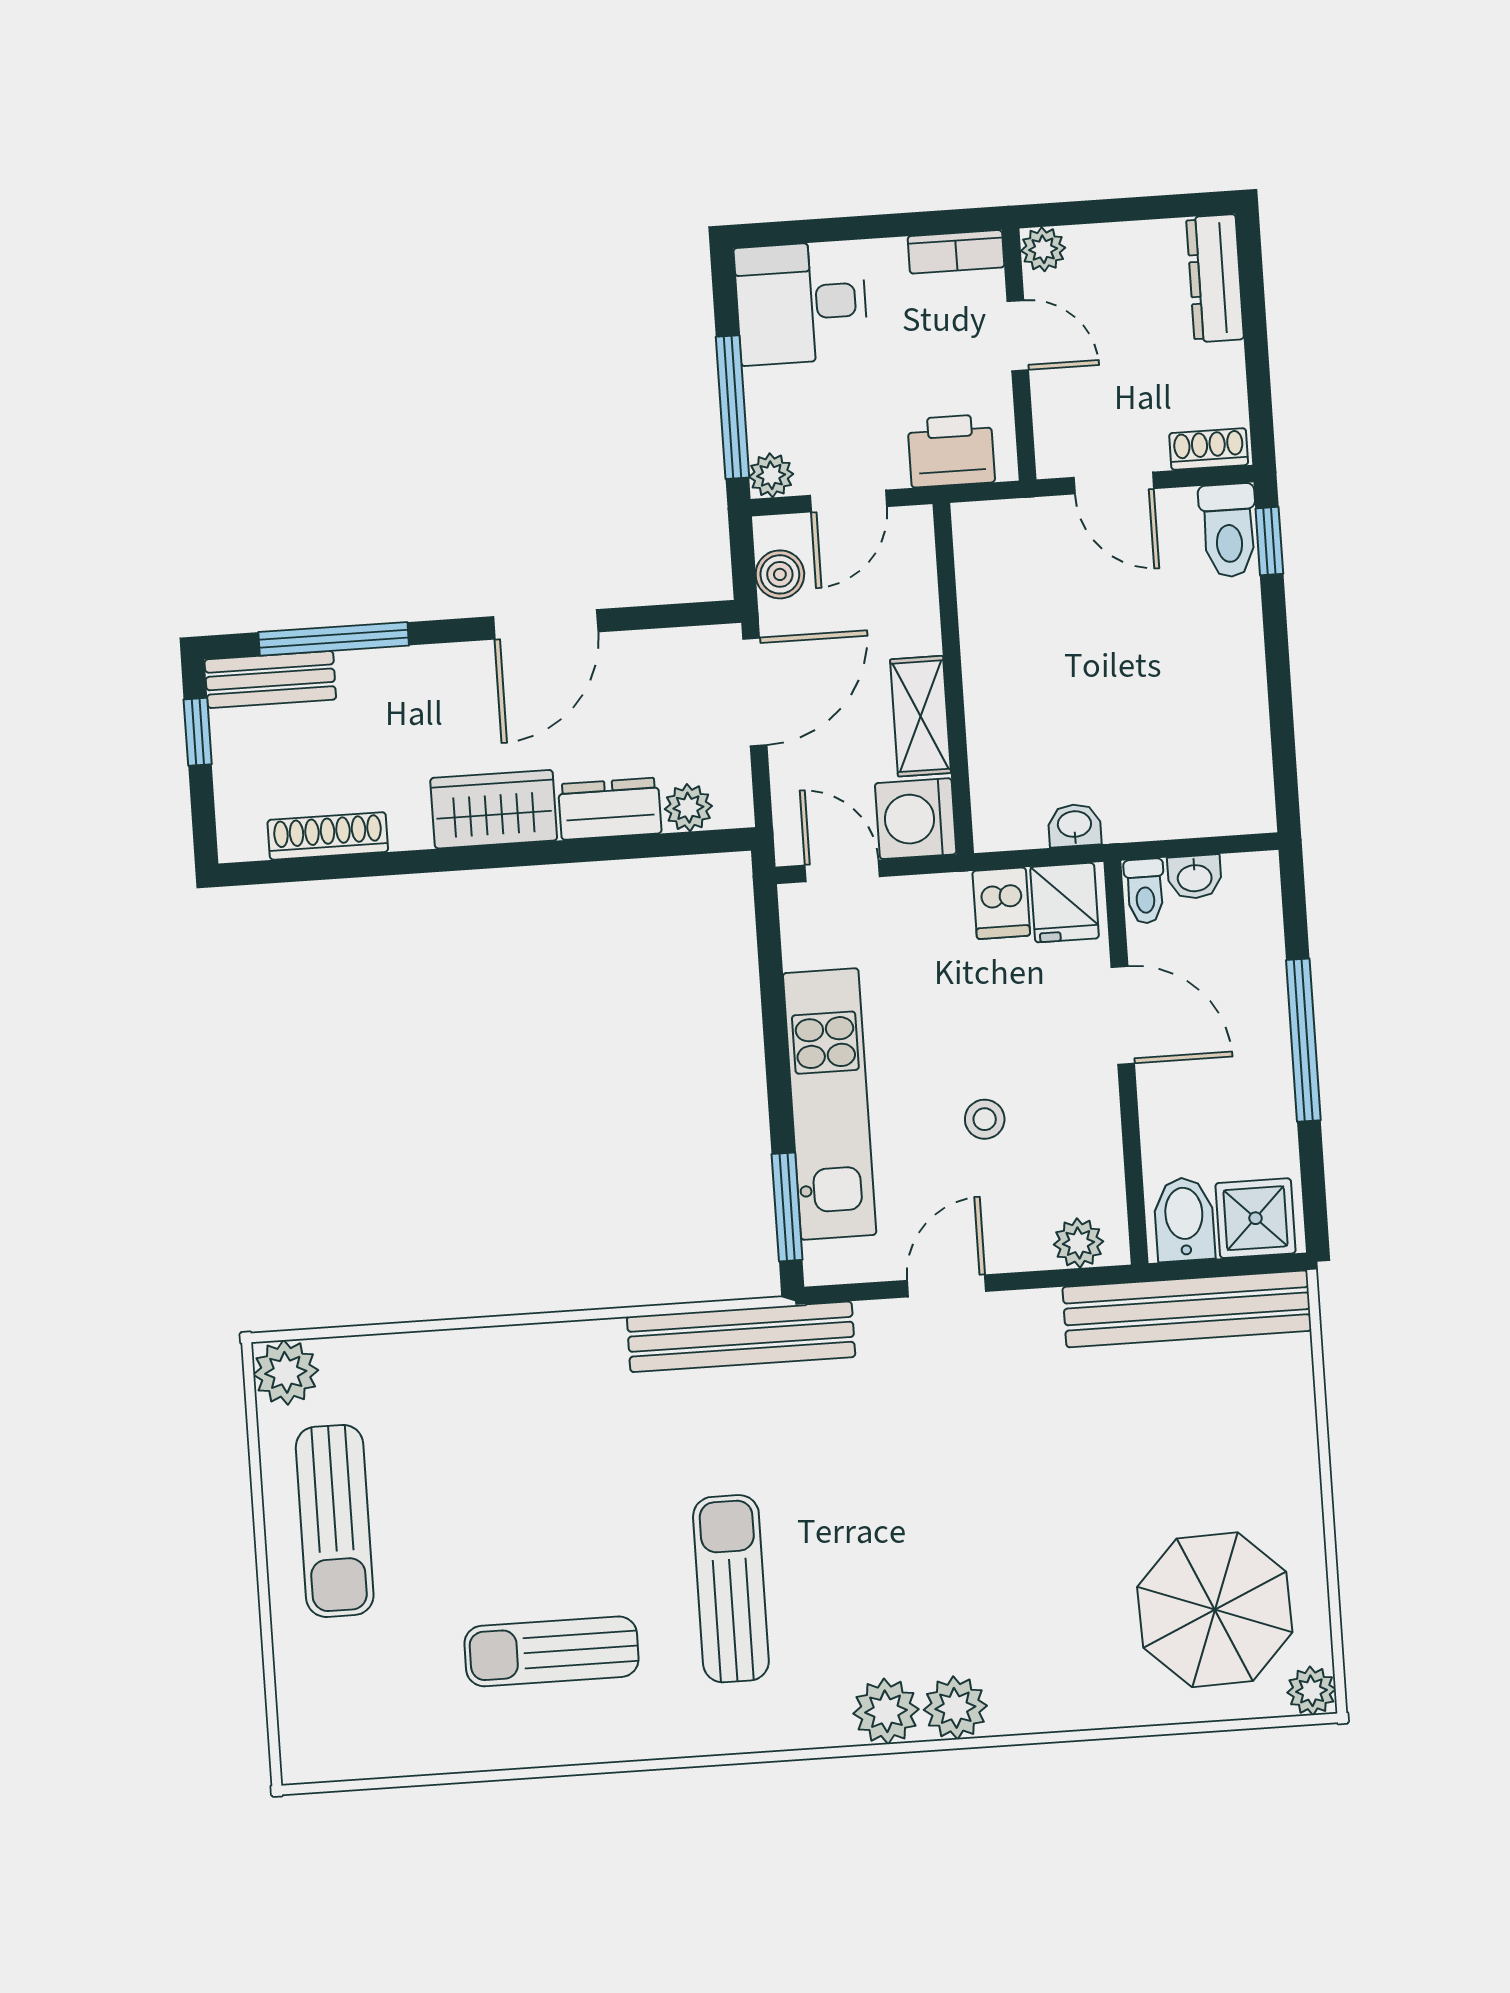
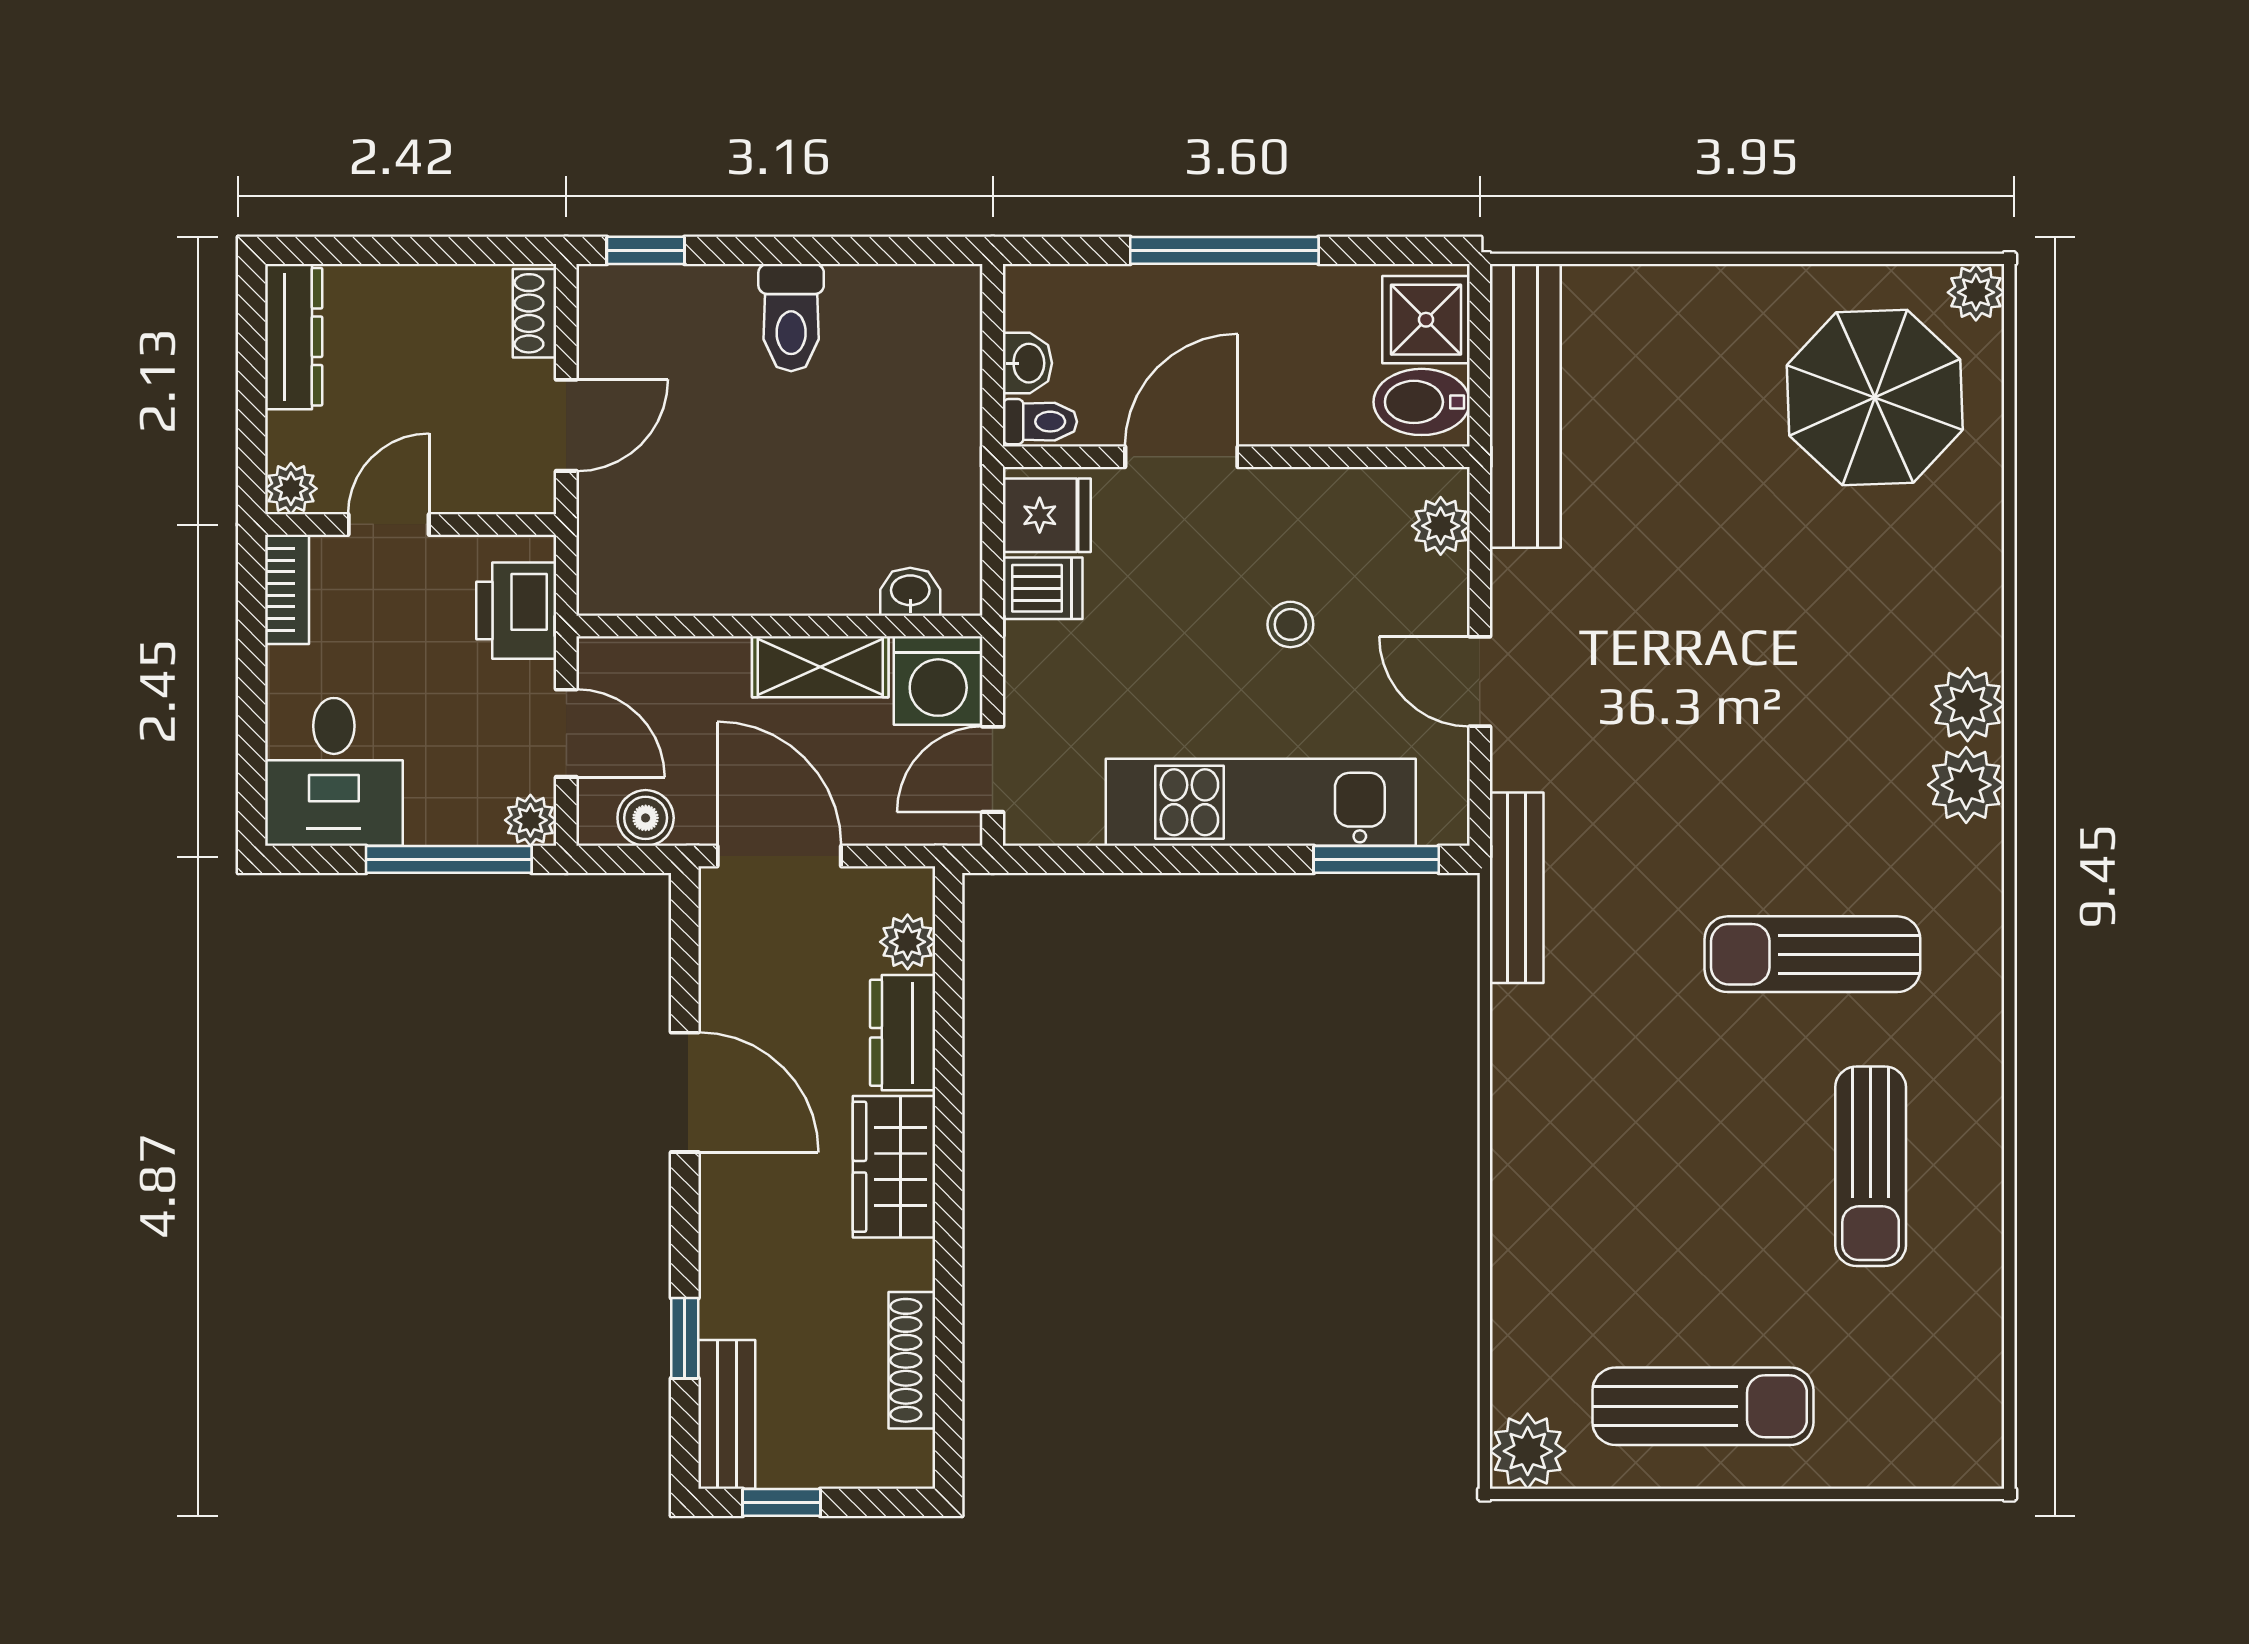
dresser: (1215, 278) -> (294, 337), moved, turned -90
toilet: (1229, 530) -> (791, 318), moved, turned 90
window: (334, 639) -> (685, 1338), width x0.46
washbasin: (1075, 825) -> (910, 592), moved, turned 90
bench: (741, 1337) -> (1517, 888), width x0.73, depth x0.82

